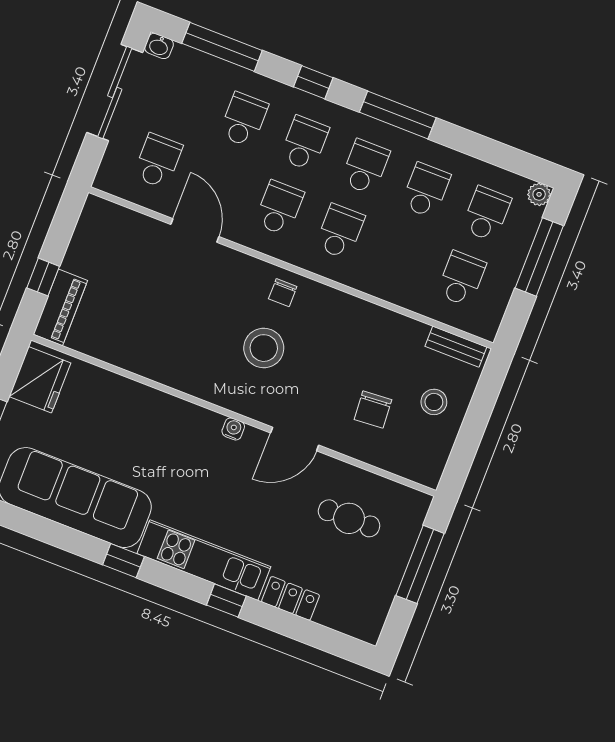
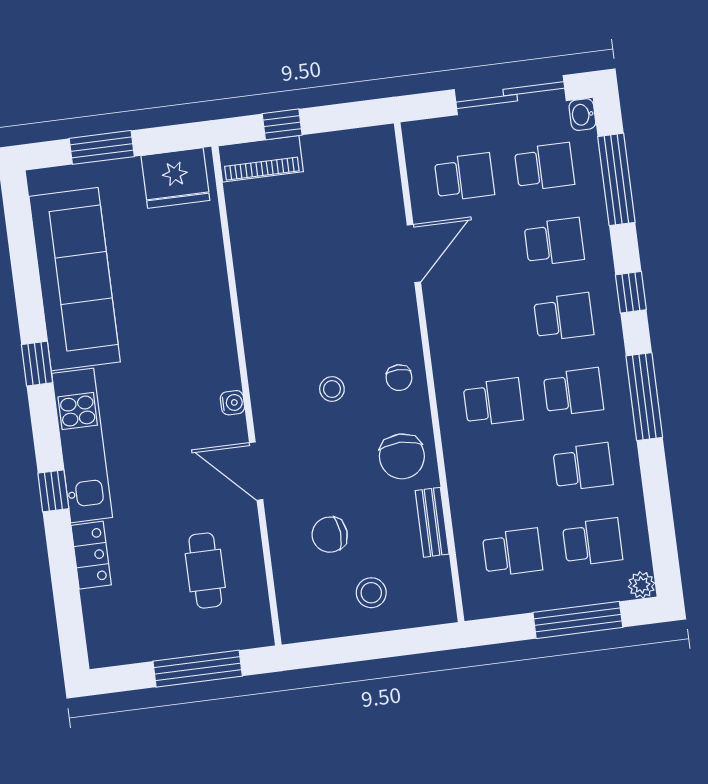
school desk: (279, 208) -> (544, 167), moved
chair: (283, 293) -> (399, 378), turned -90
chair: (343, 323) -> (402, 456), added
bench: (456, 347) -> (432, 522), moved
stool: (264, 348) -> (332, 389), width x0.53, depth x0.53

